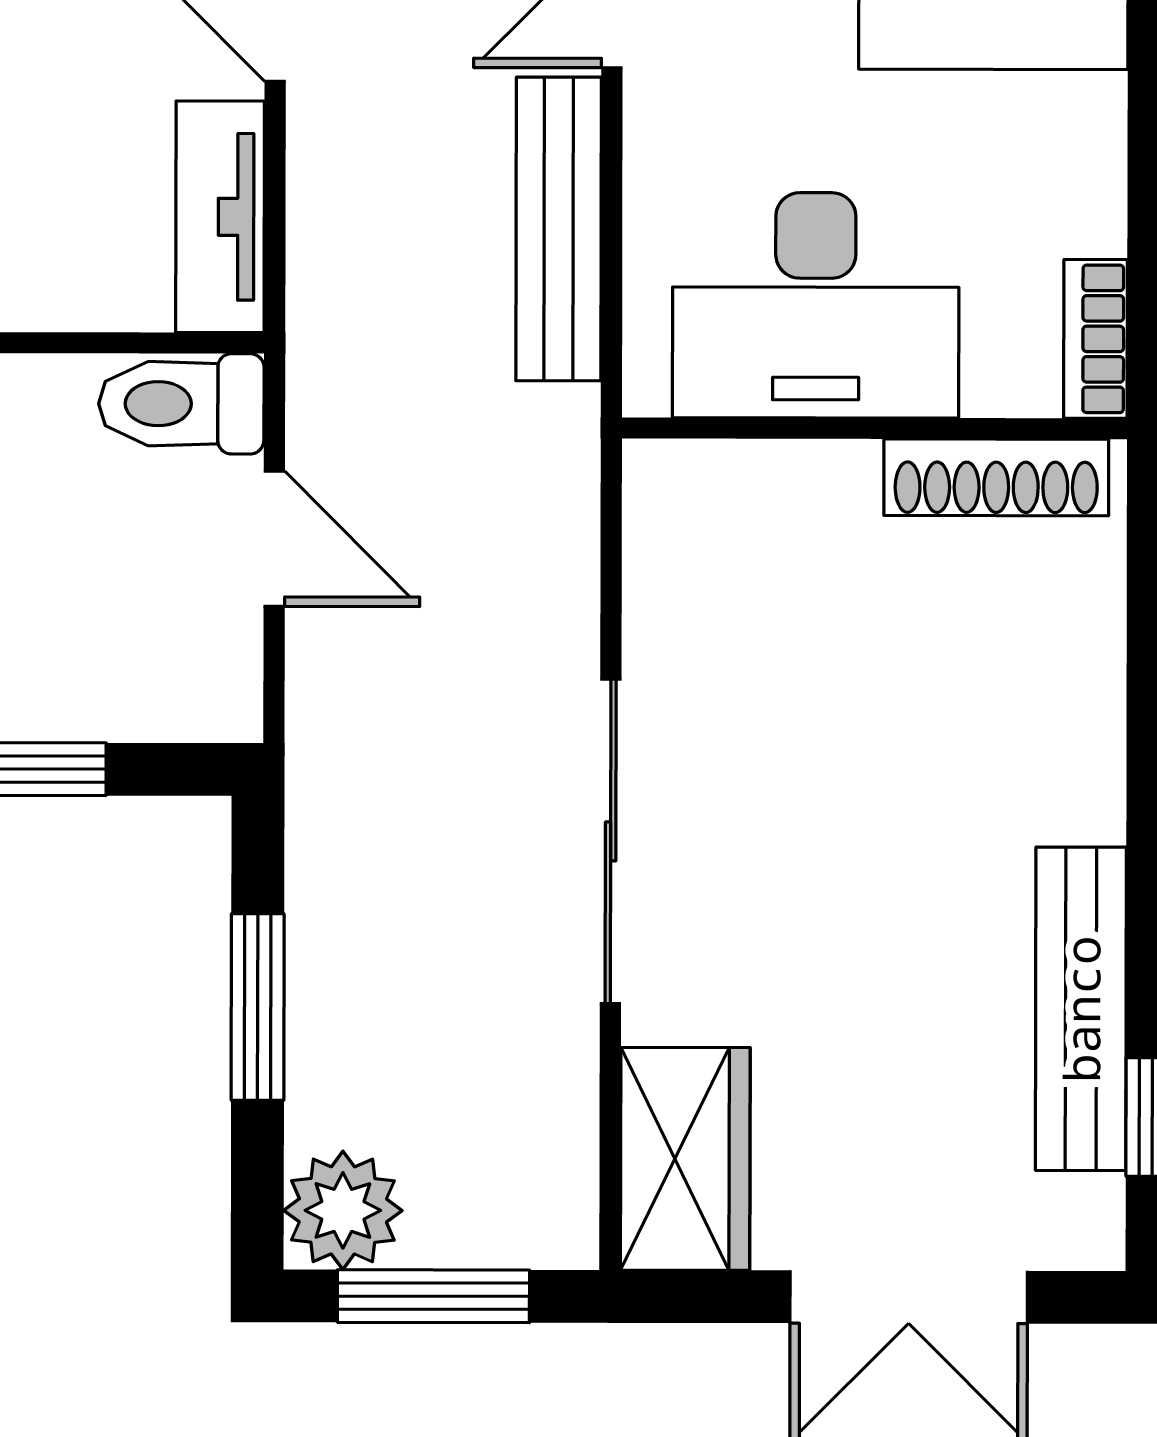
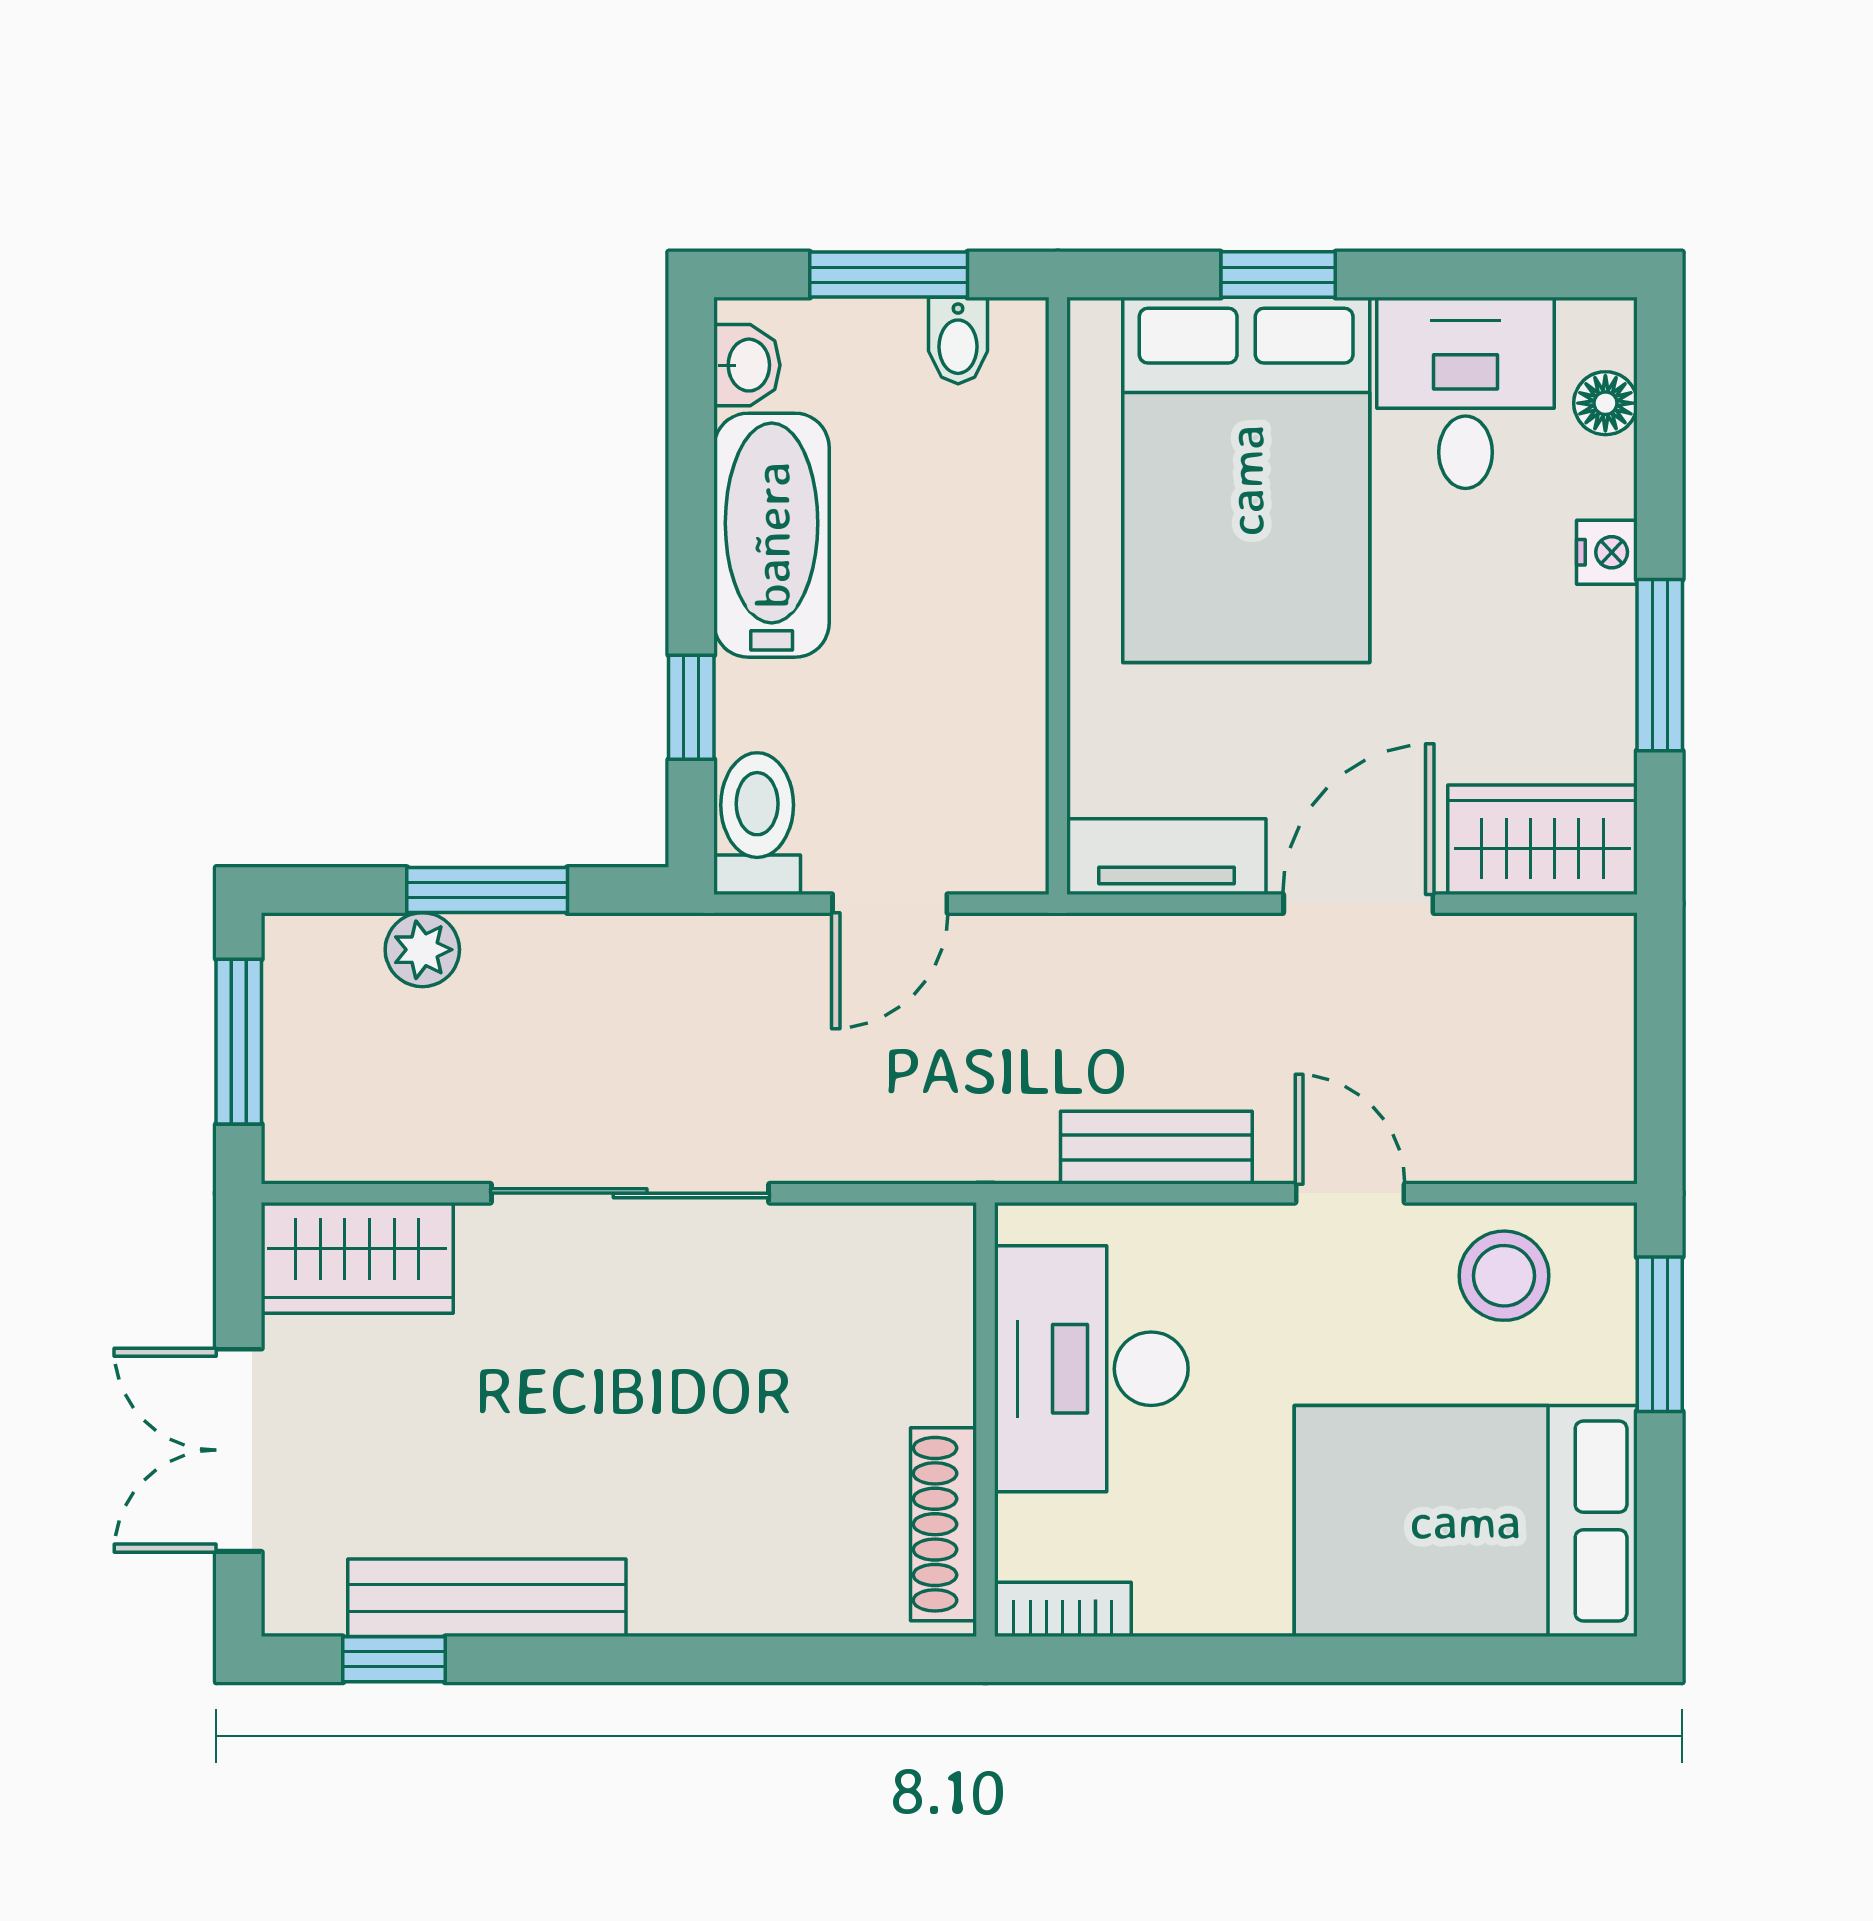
bench: (559, 229) -> (1156, 1148), width x0.73
toilet: (181, 404) -> (757, 824), moved
plant: (343, 1210) -> (422, 950), moved, width x0.73, depth x0.73

